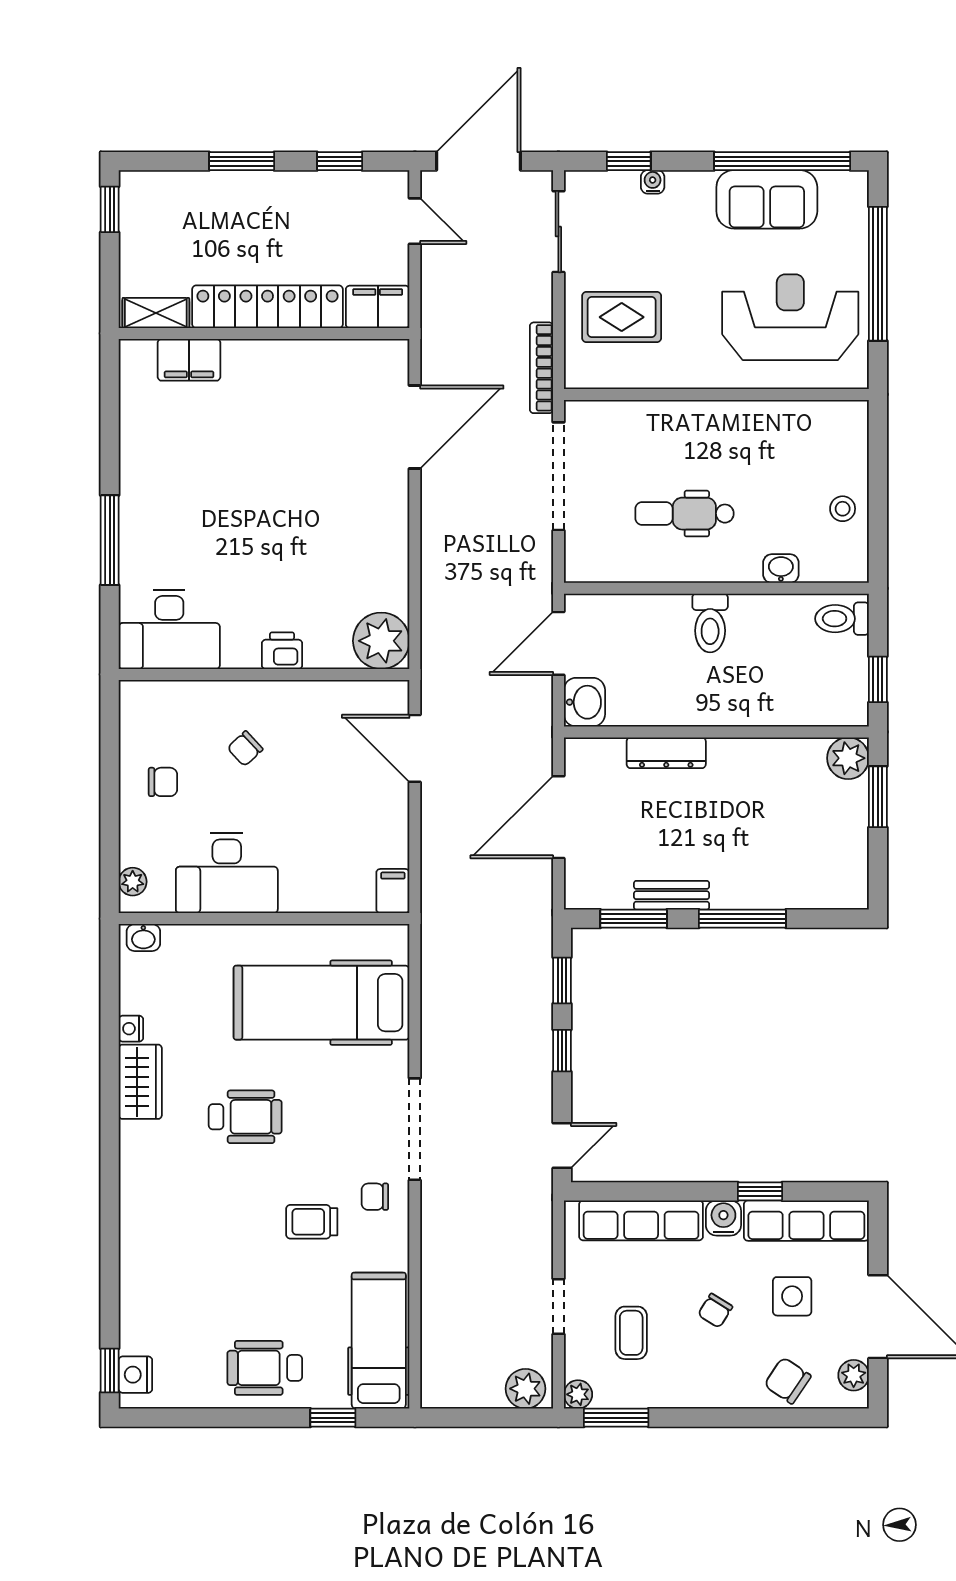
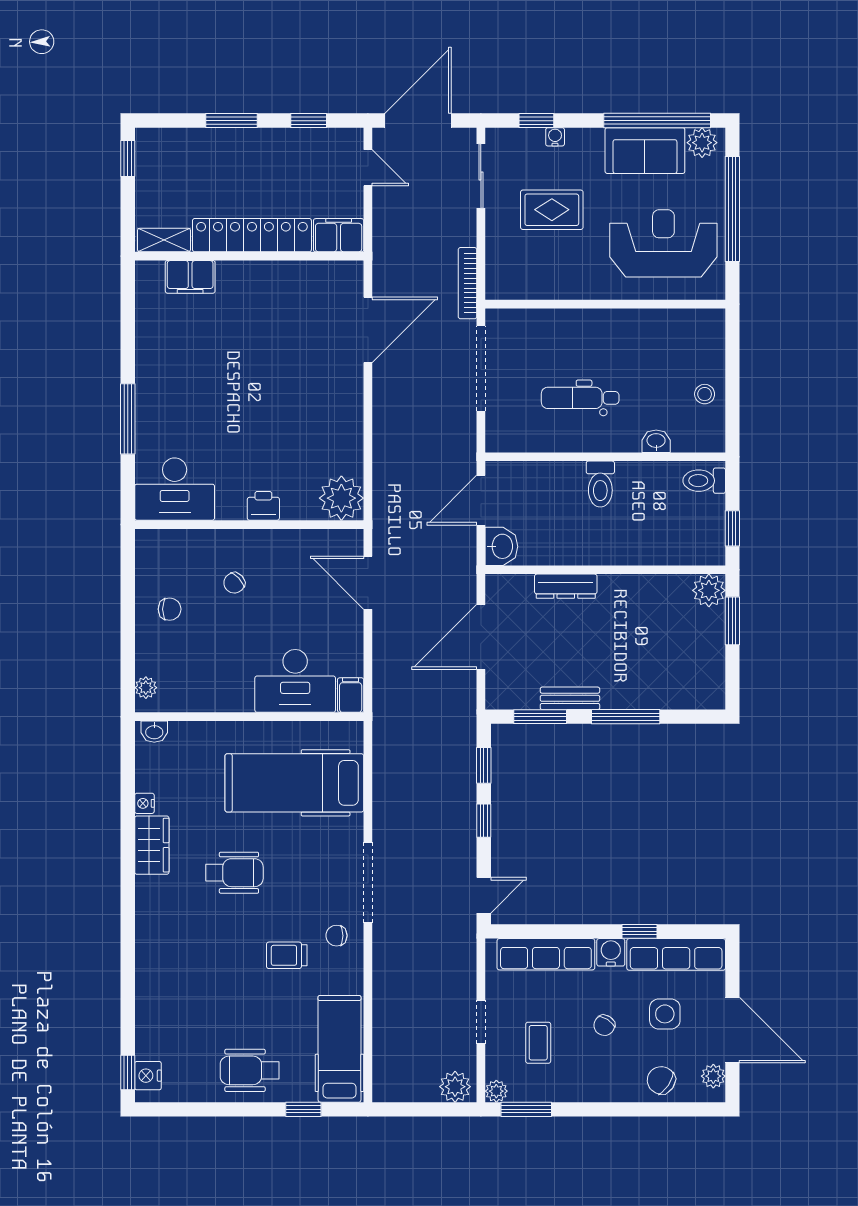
plant: (839, 189) -> (702, 143), added
rug: (622, 317) -> (552, 210), moved
desk: (227, 873) -> (295, 681), moved

